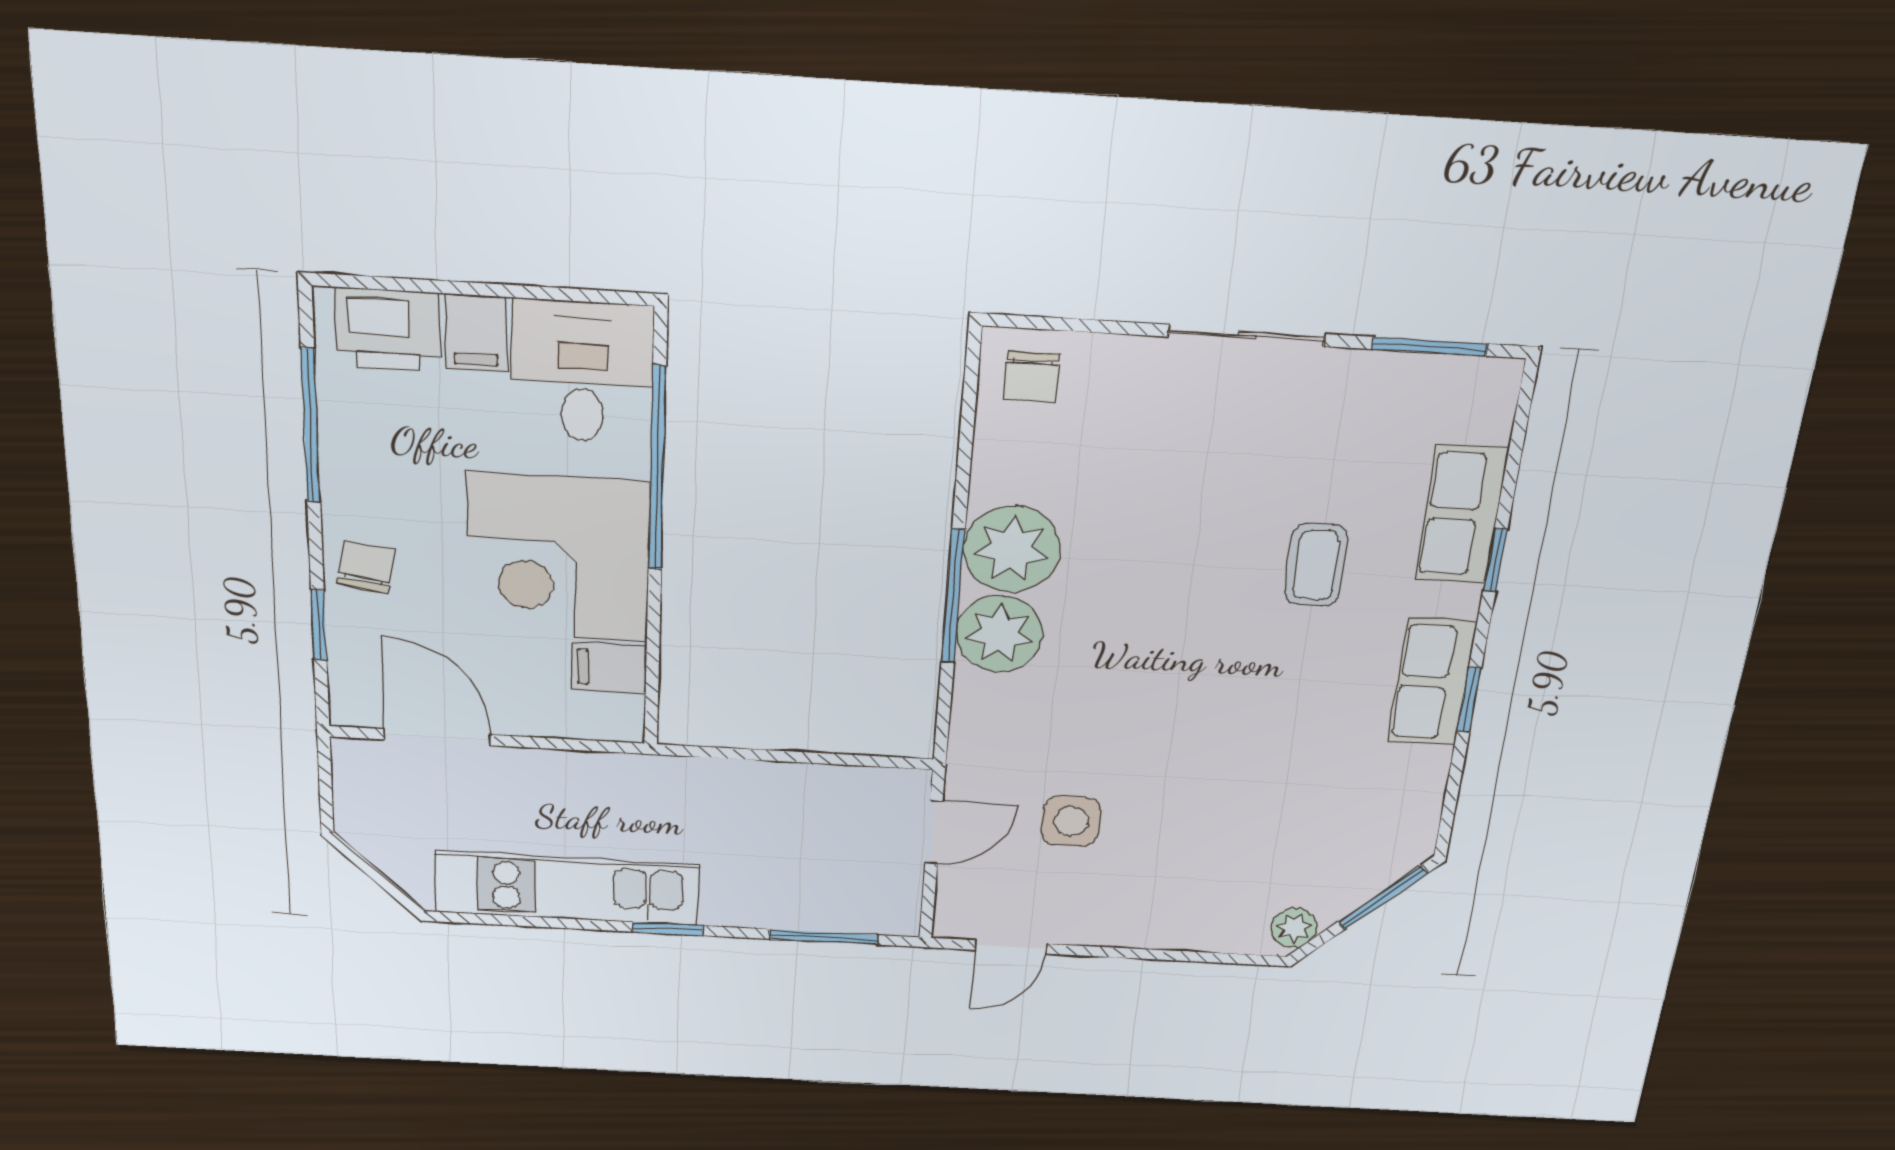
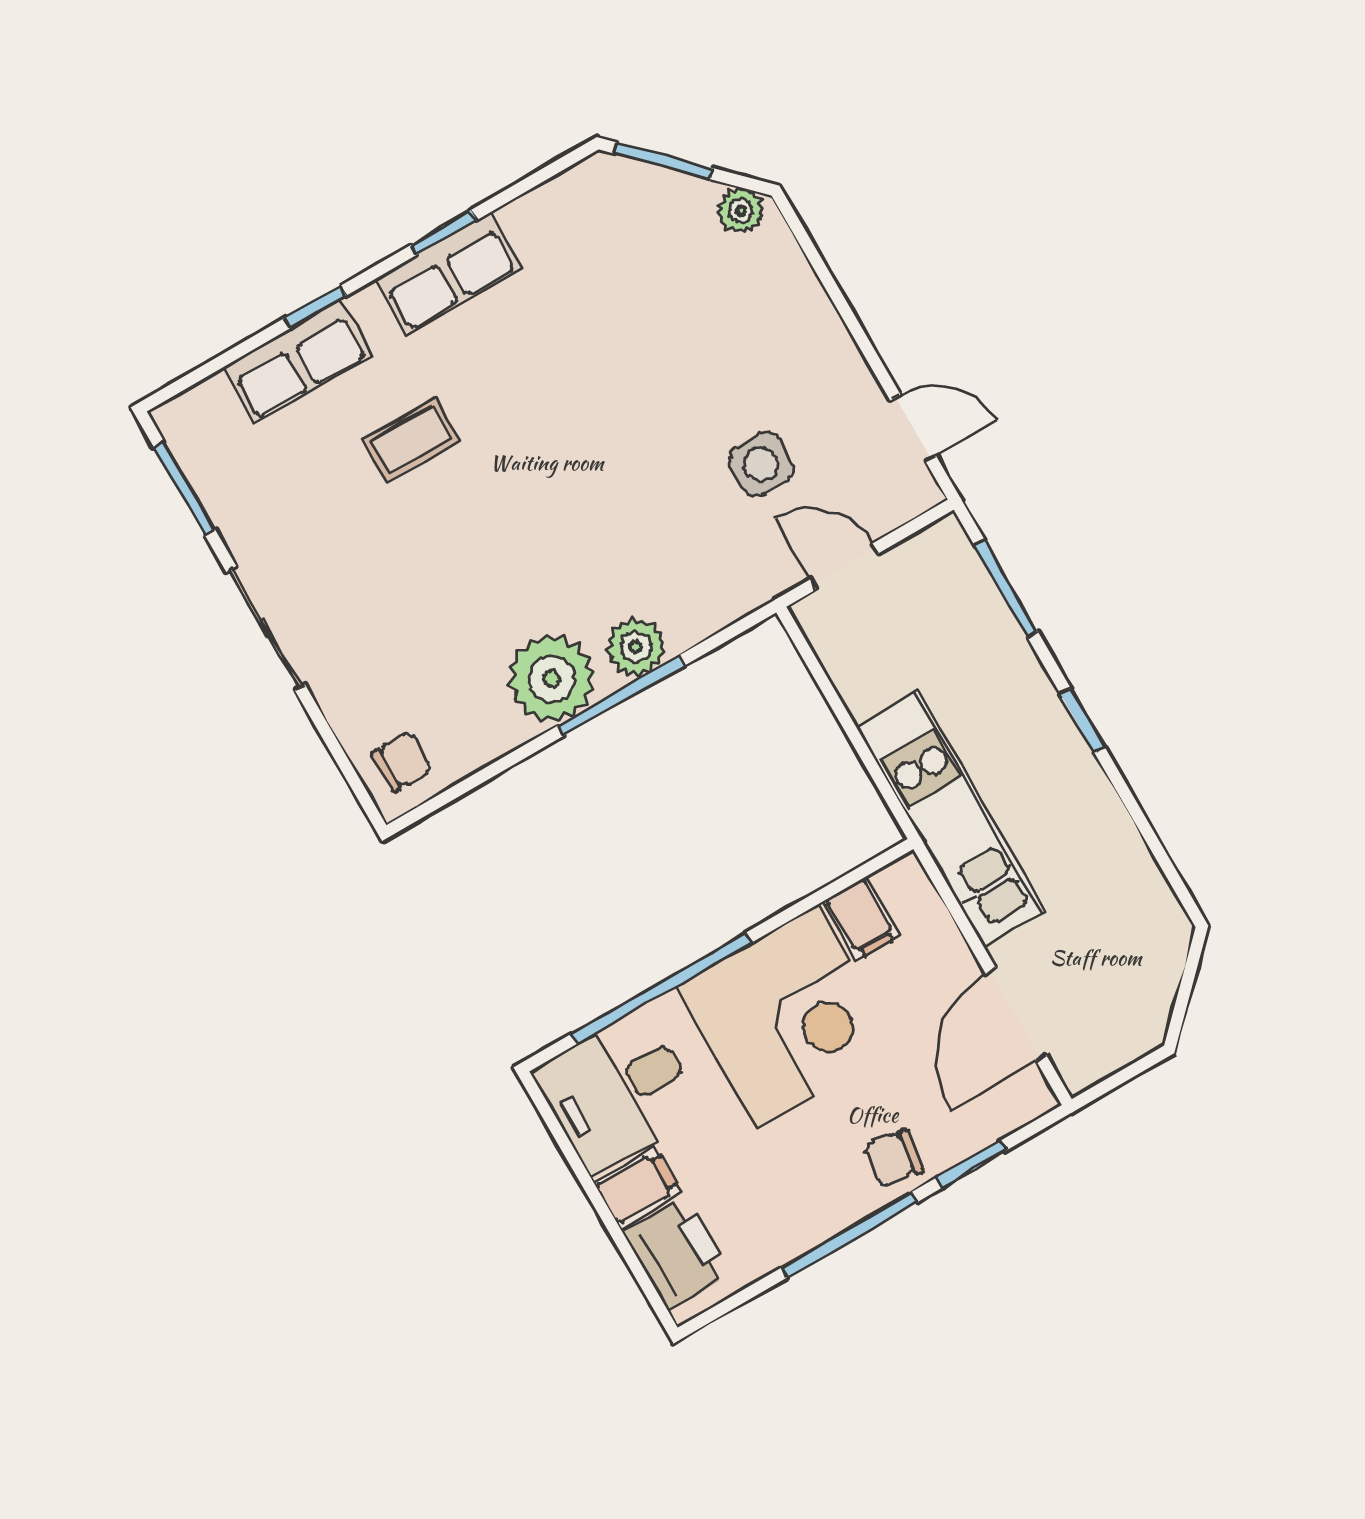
window: (311, 426) -> (849, 1235), moved
plant: (1000, 634) -> (635, 647), width x0.73, depth x0.73
kitchen unit: (567, 888) -> (951, 819), moved, turned 180

